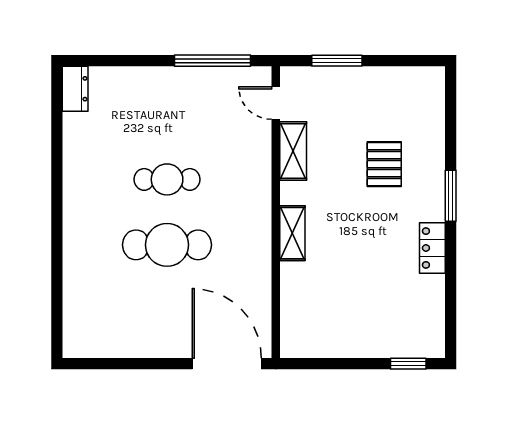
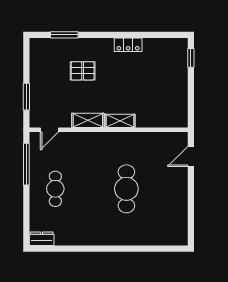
shelving: (293, 151) -> (88, 120), moved
cafe table: (167, 179) -> (55, 189), moved
window: (451, 196) -> (64, 35), moved
door: (227, 364) -> (191, 156), width x0.53

